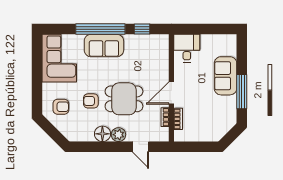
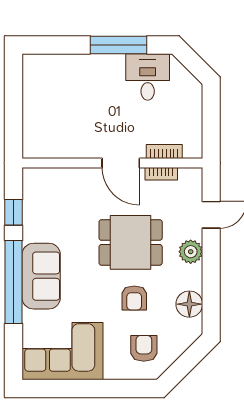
desk: (187, 48) -> (148, 77), moved, turned 90
sofa: (225, 76) -> (92, 72), removed
dining table: (124, 99) -> (131, 242), turned 90
floor lamp: (102, 134) -> (189, 304), moved

